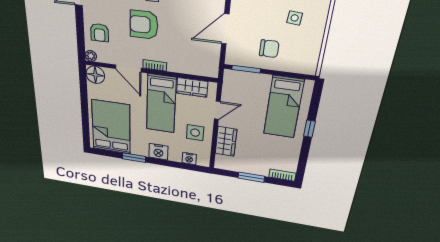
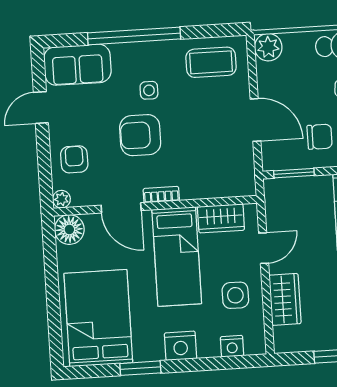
door: (225, 29) -> (255, 120), swing flipped
armchair: (100, 33) -> (74, 159), turned 180

